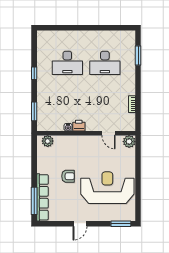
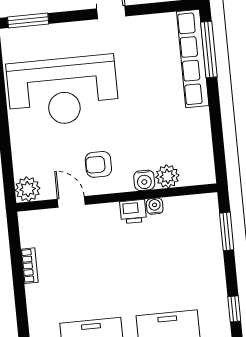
water cooler: (72, 140) -> (144, 180), added
plant: (48, 141) -> (167, 176), moved
armchair: (68, 176) -> (98, 164), moved

